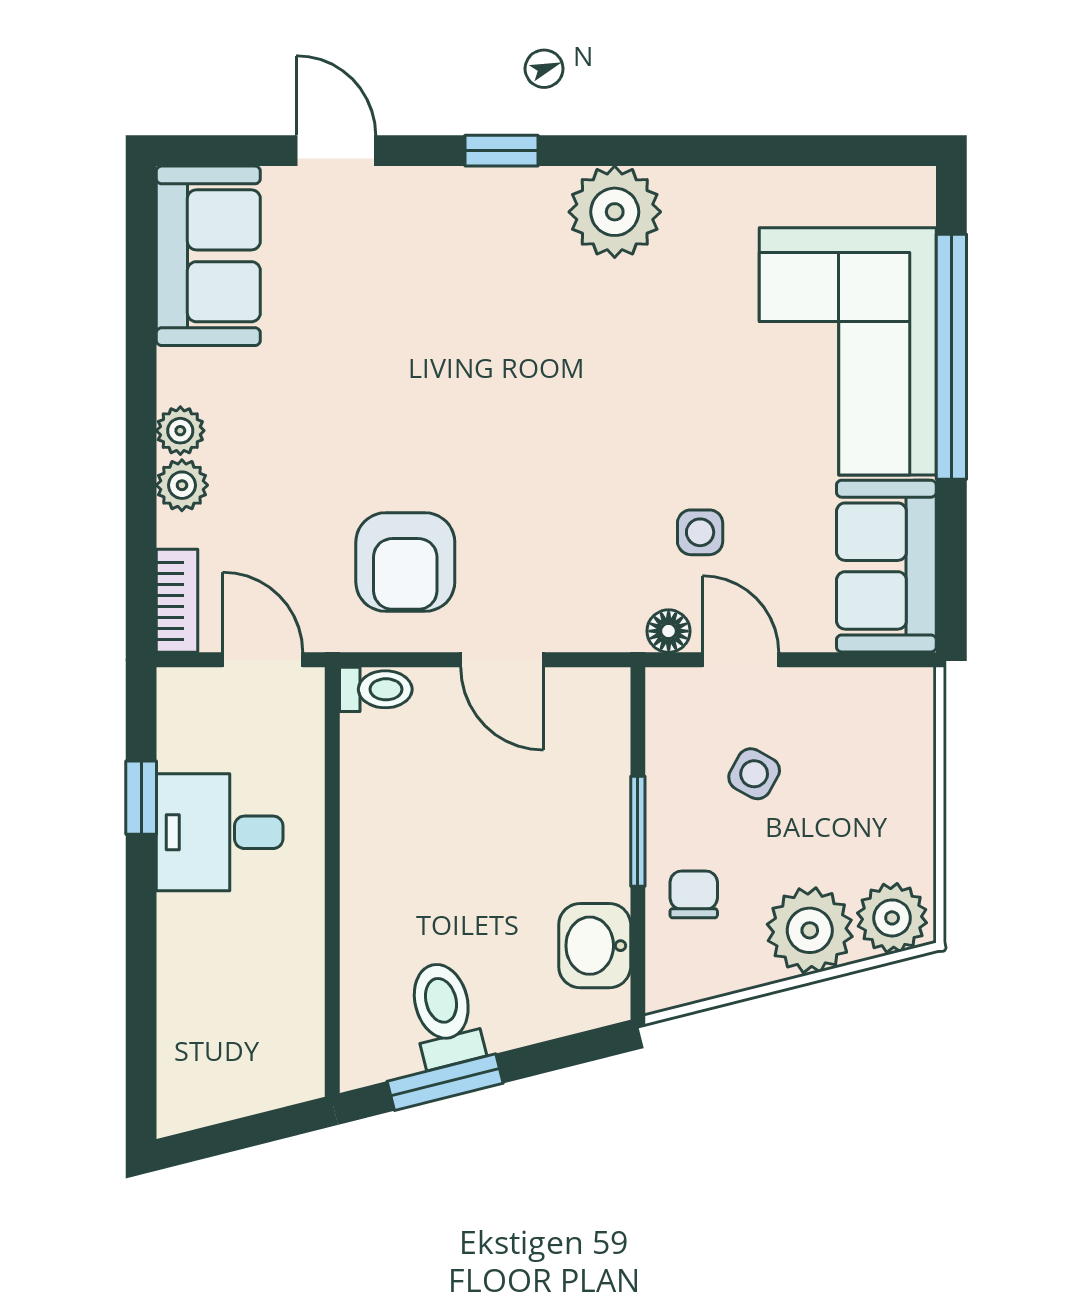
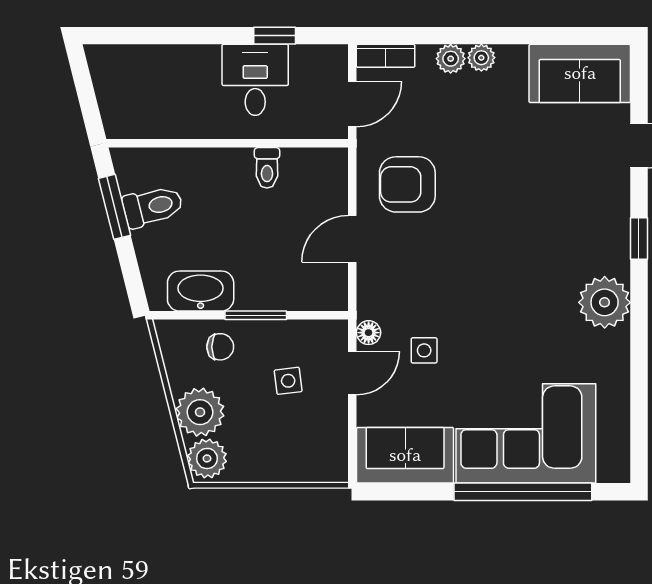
toilet: (376, 689) -> (267, 168), moved
side table: (754, 774) -> (288, 381), turned -36
washbasin: (595, 946) -> (201, 291), width x1.38

